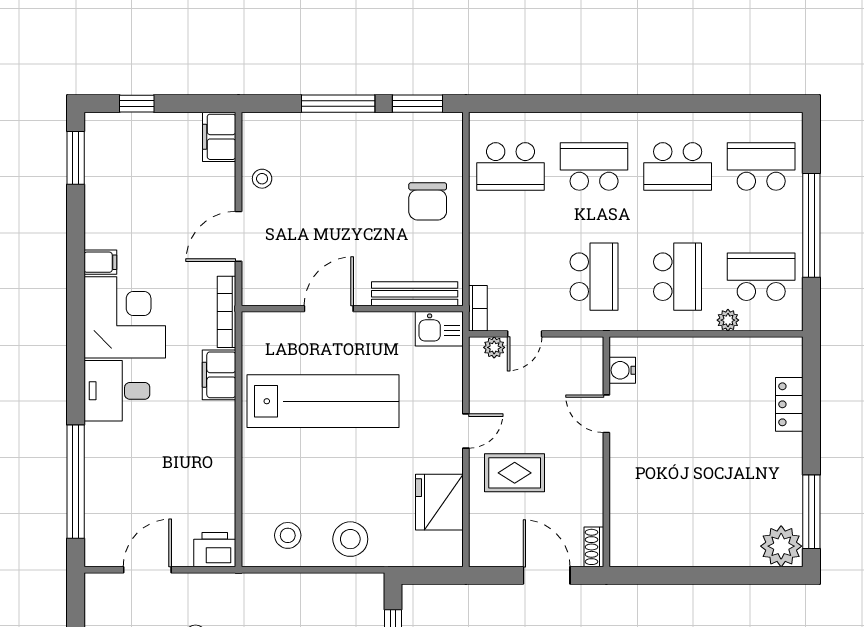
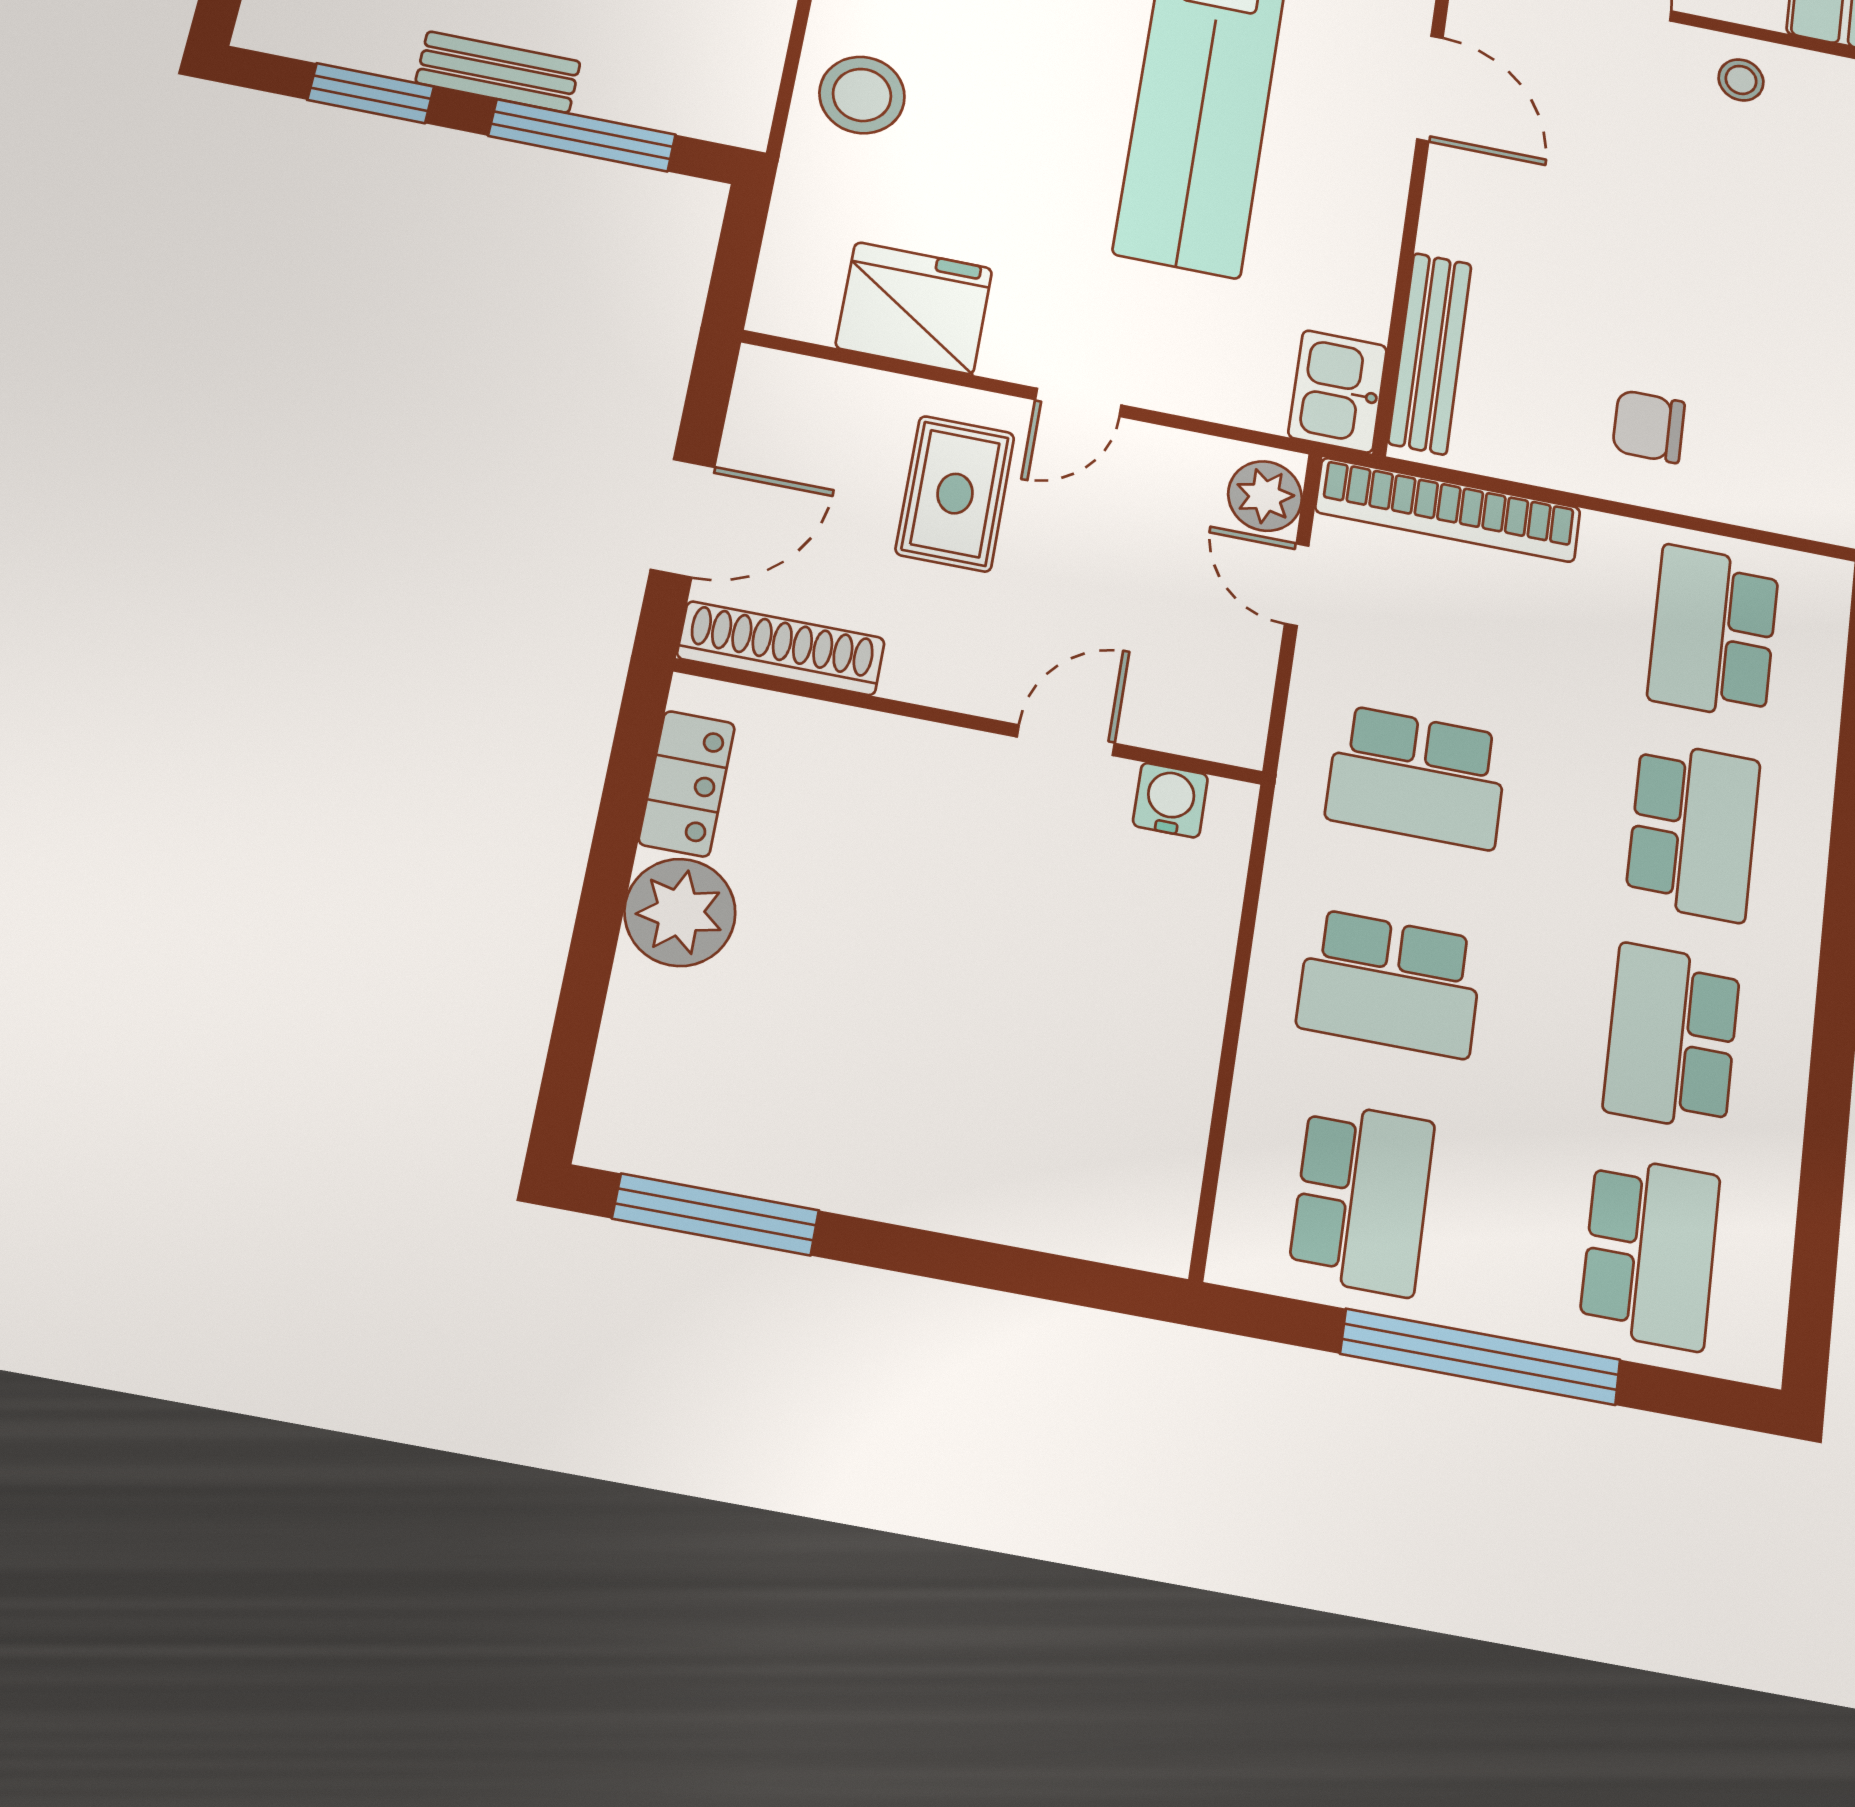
chair: (428, 201) -> (1649, 426), width x0.73, depth x0.73
bookcase: (478, 308) -> (1448, 510), width x2.31, depth x1.31
door: (329, 309) -> (1430, 88), moved
plant: (728, 320) -> (1260, 1090), removed
plant: (494, 347) -> (1265, 496), width x1.38, depth x1.38
locker: (789, 404) -> (687, 784), moved, turned 90
door: (466, 431) -> (1078, 402), hinge flipped
plant: (781, 546) -> (680, 912), moved
shoe rack: (594, 547) -> (781, 648), width x1.94, depth x1.24

